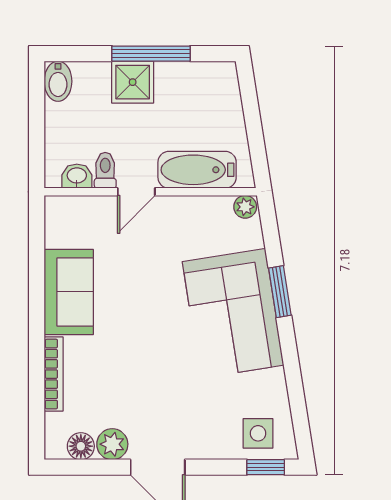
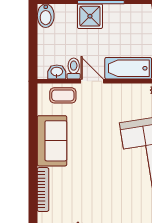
door: (136, 192) -> (92, 81), swing flipped
coffee table: (87, 216) -> (63, 95), added

